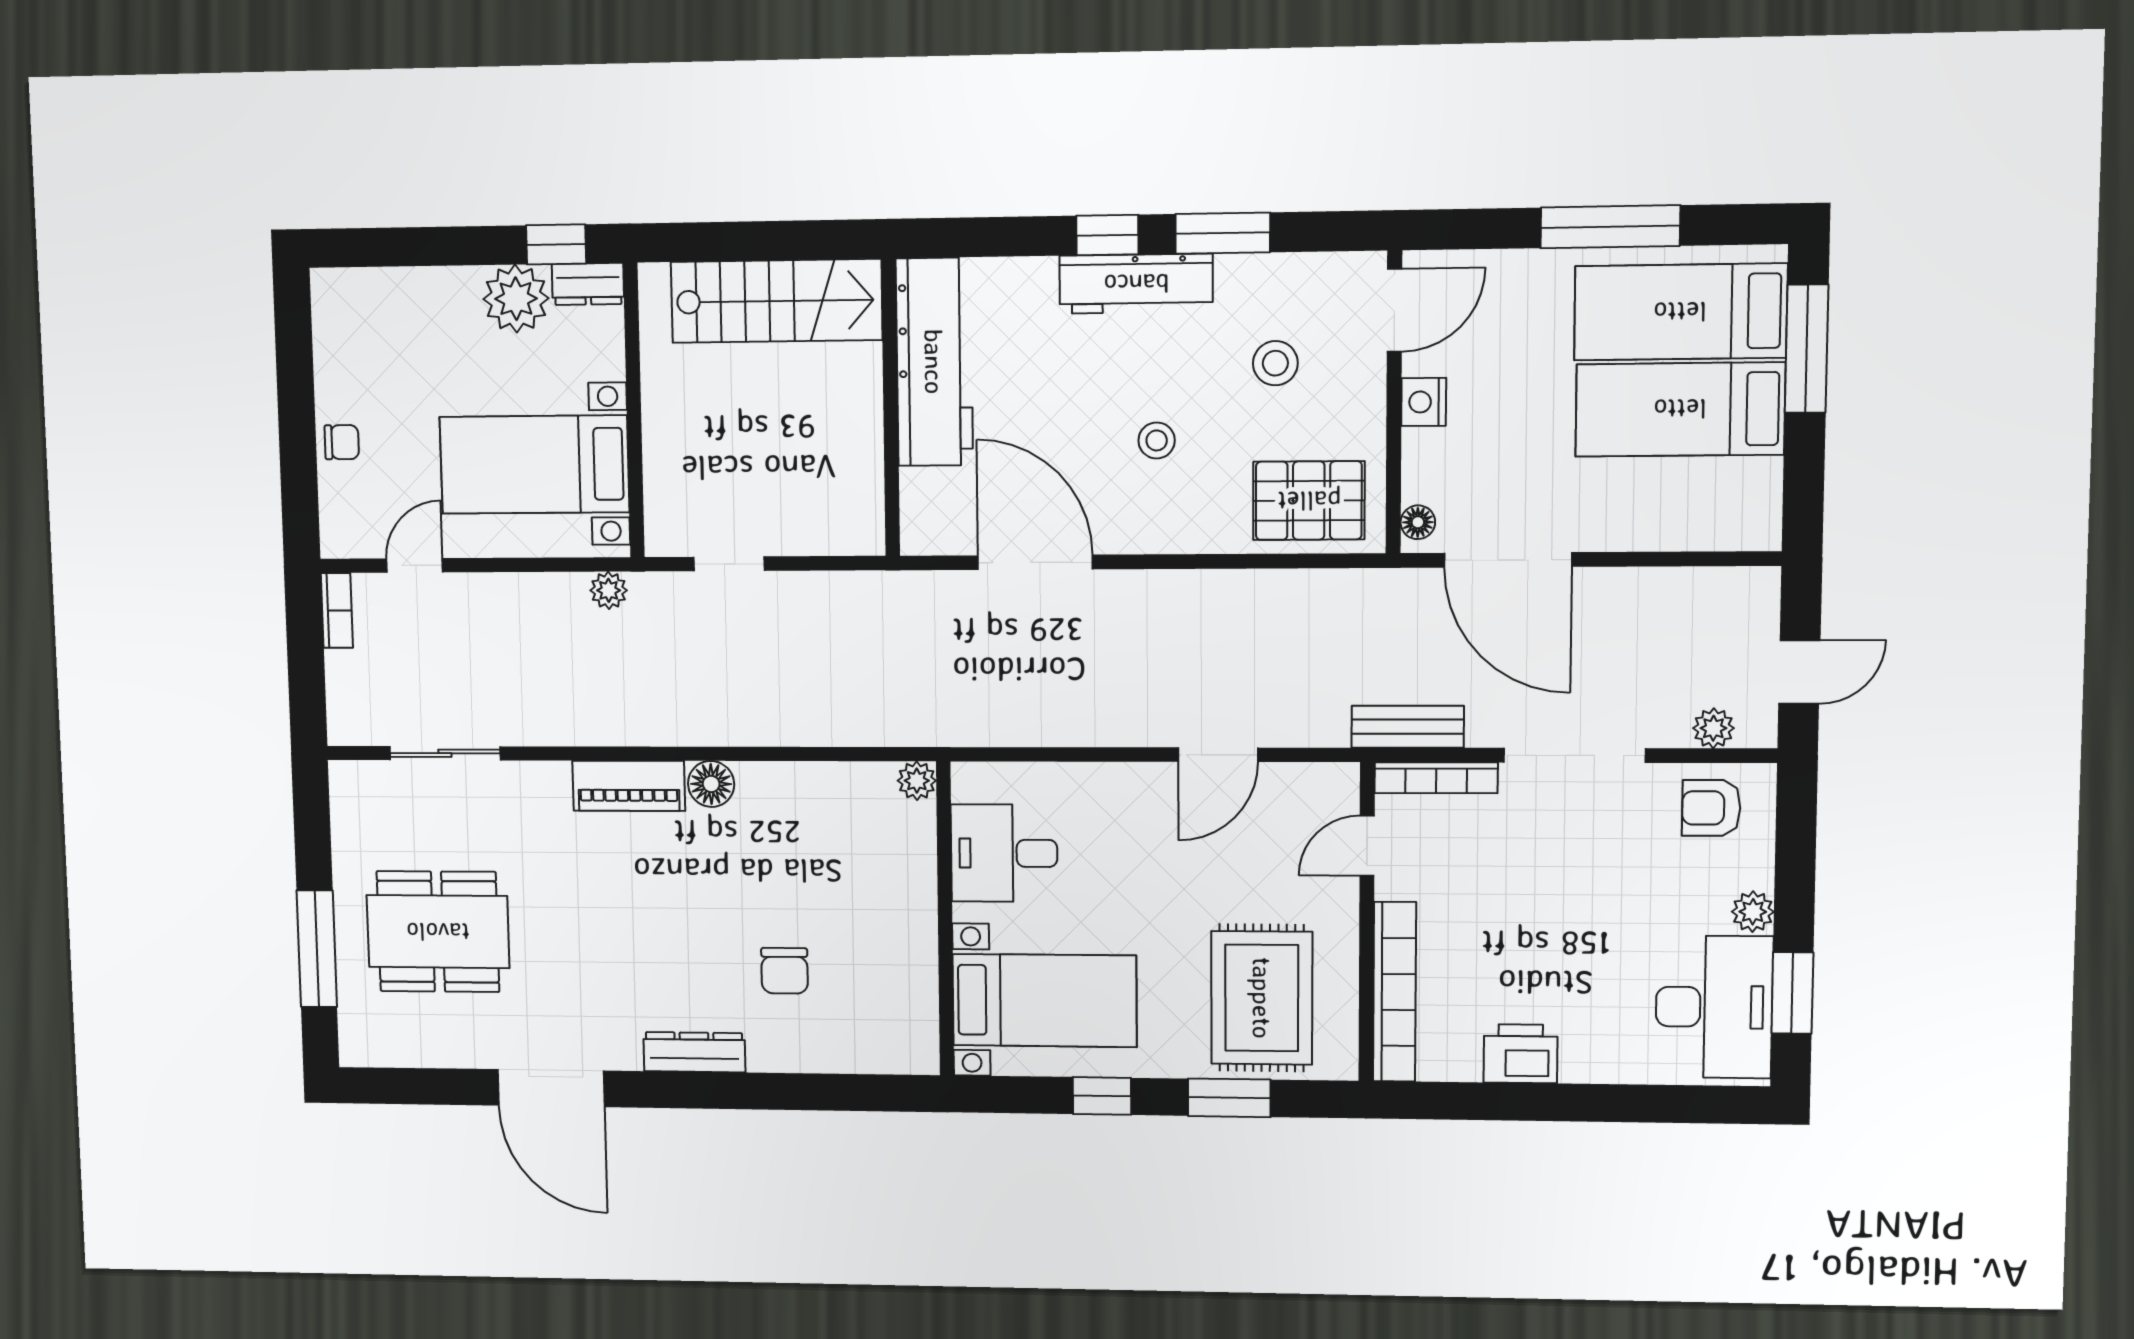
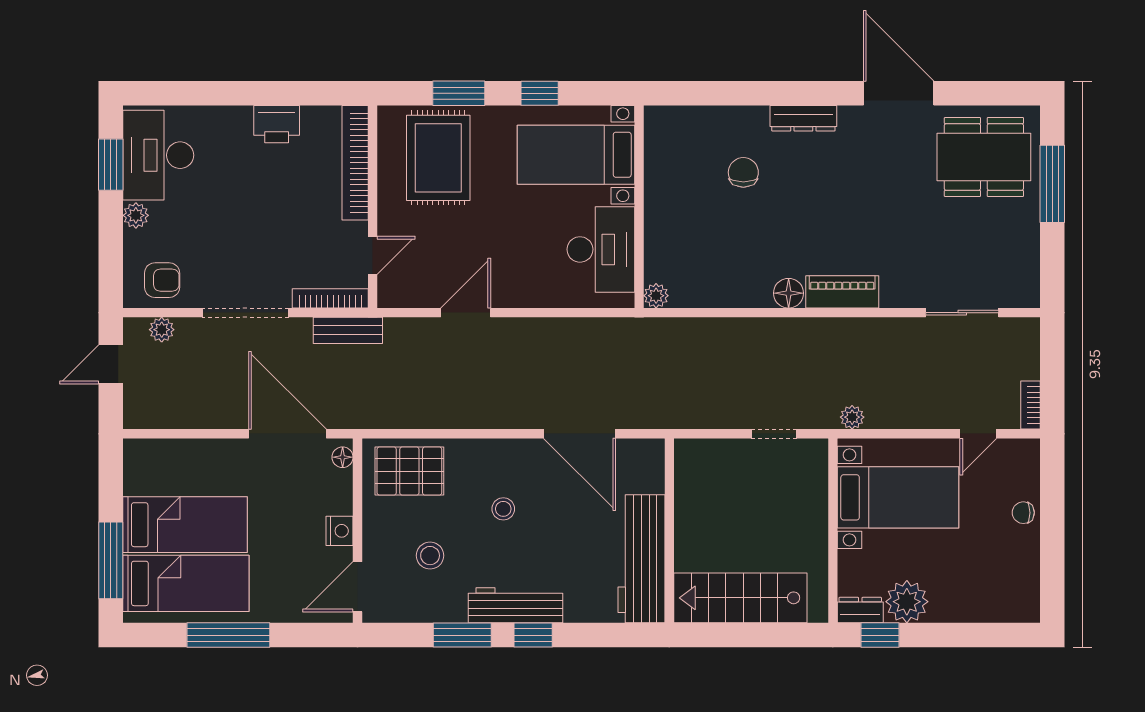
desk: (1004, 853) -> (601, 249), width x1.37
dining table: (438, 932) -> (984, 157), moved

